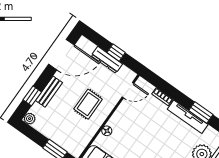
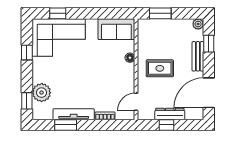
rug: (88, 104) -> (160, 68), turned 90

